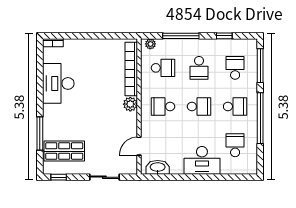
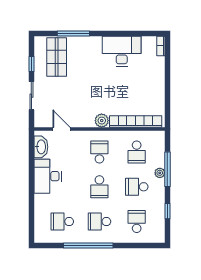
plant: (150, 44) -> (160, 173), moved
window: (260, 66) -> (139, 246), removed
school desk: (235, 68) -> (137, 222), turned -90
school desk: (235, 107) -> (99, 222), turned 90
school desk: (235, 145) -> (62, 222), turned 180
desk: (202, 160) -> (48, 176), moved
window: (59, 177) -> (31, 64), moved

